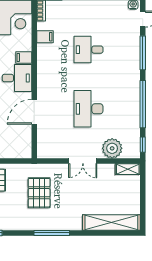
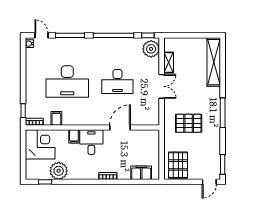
desk: (89, 50) -> (67, 81), width x1.87, depth x1.30
door: (34, 112) -> (120, 127), swing flipped
plant: (112, 148) -> (151, 49), moved
shelving: (128, 169) -> (169, 63), moved

